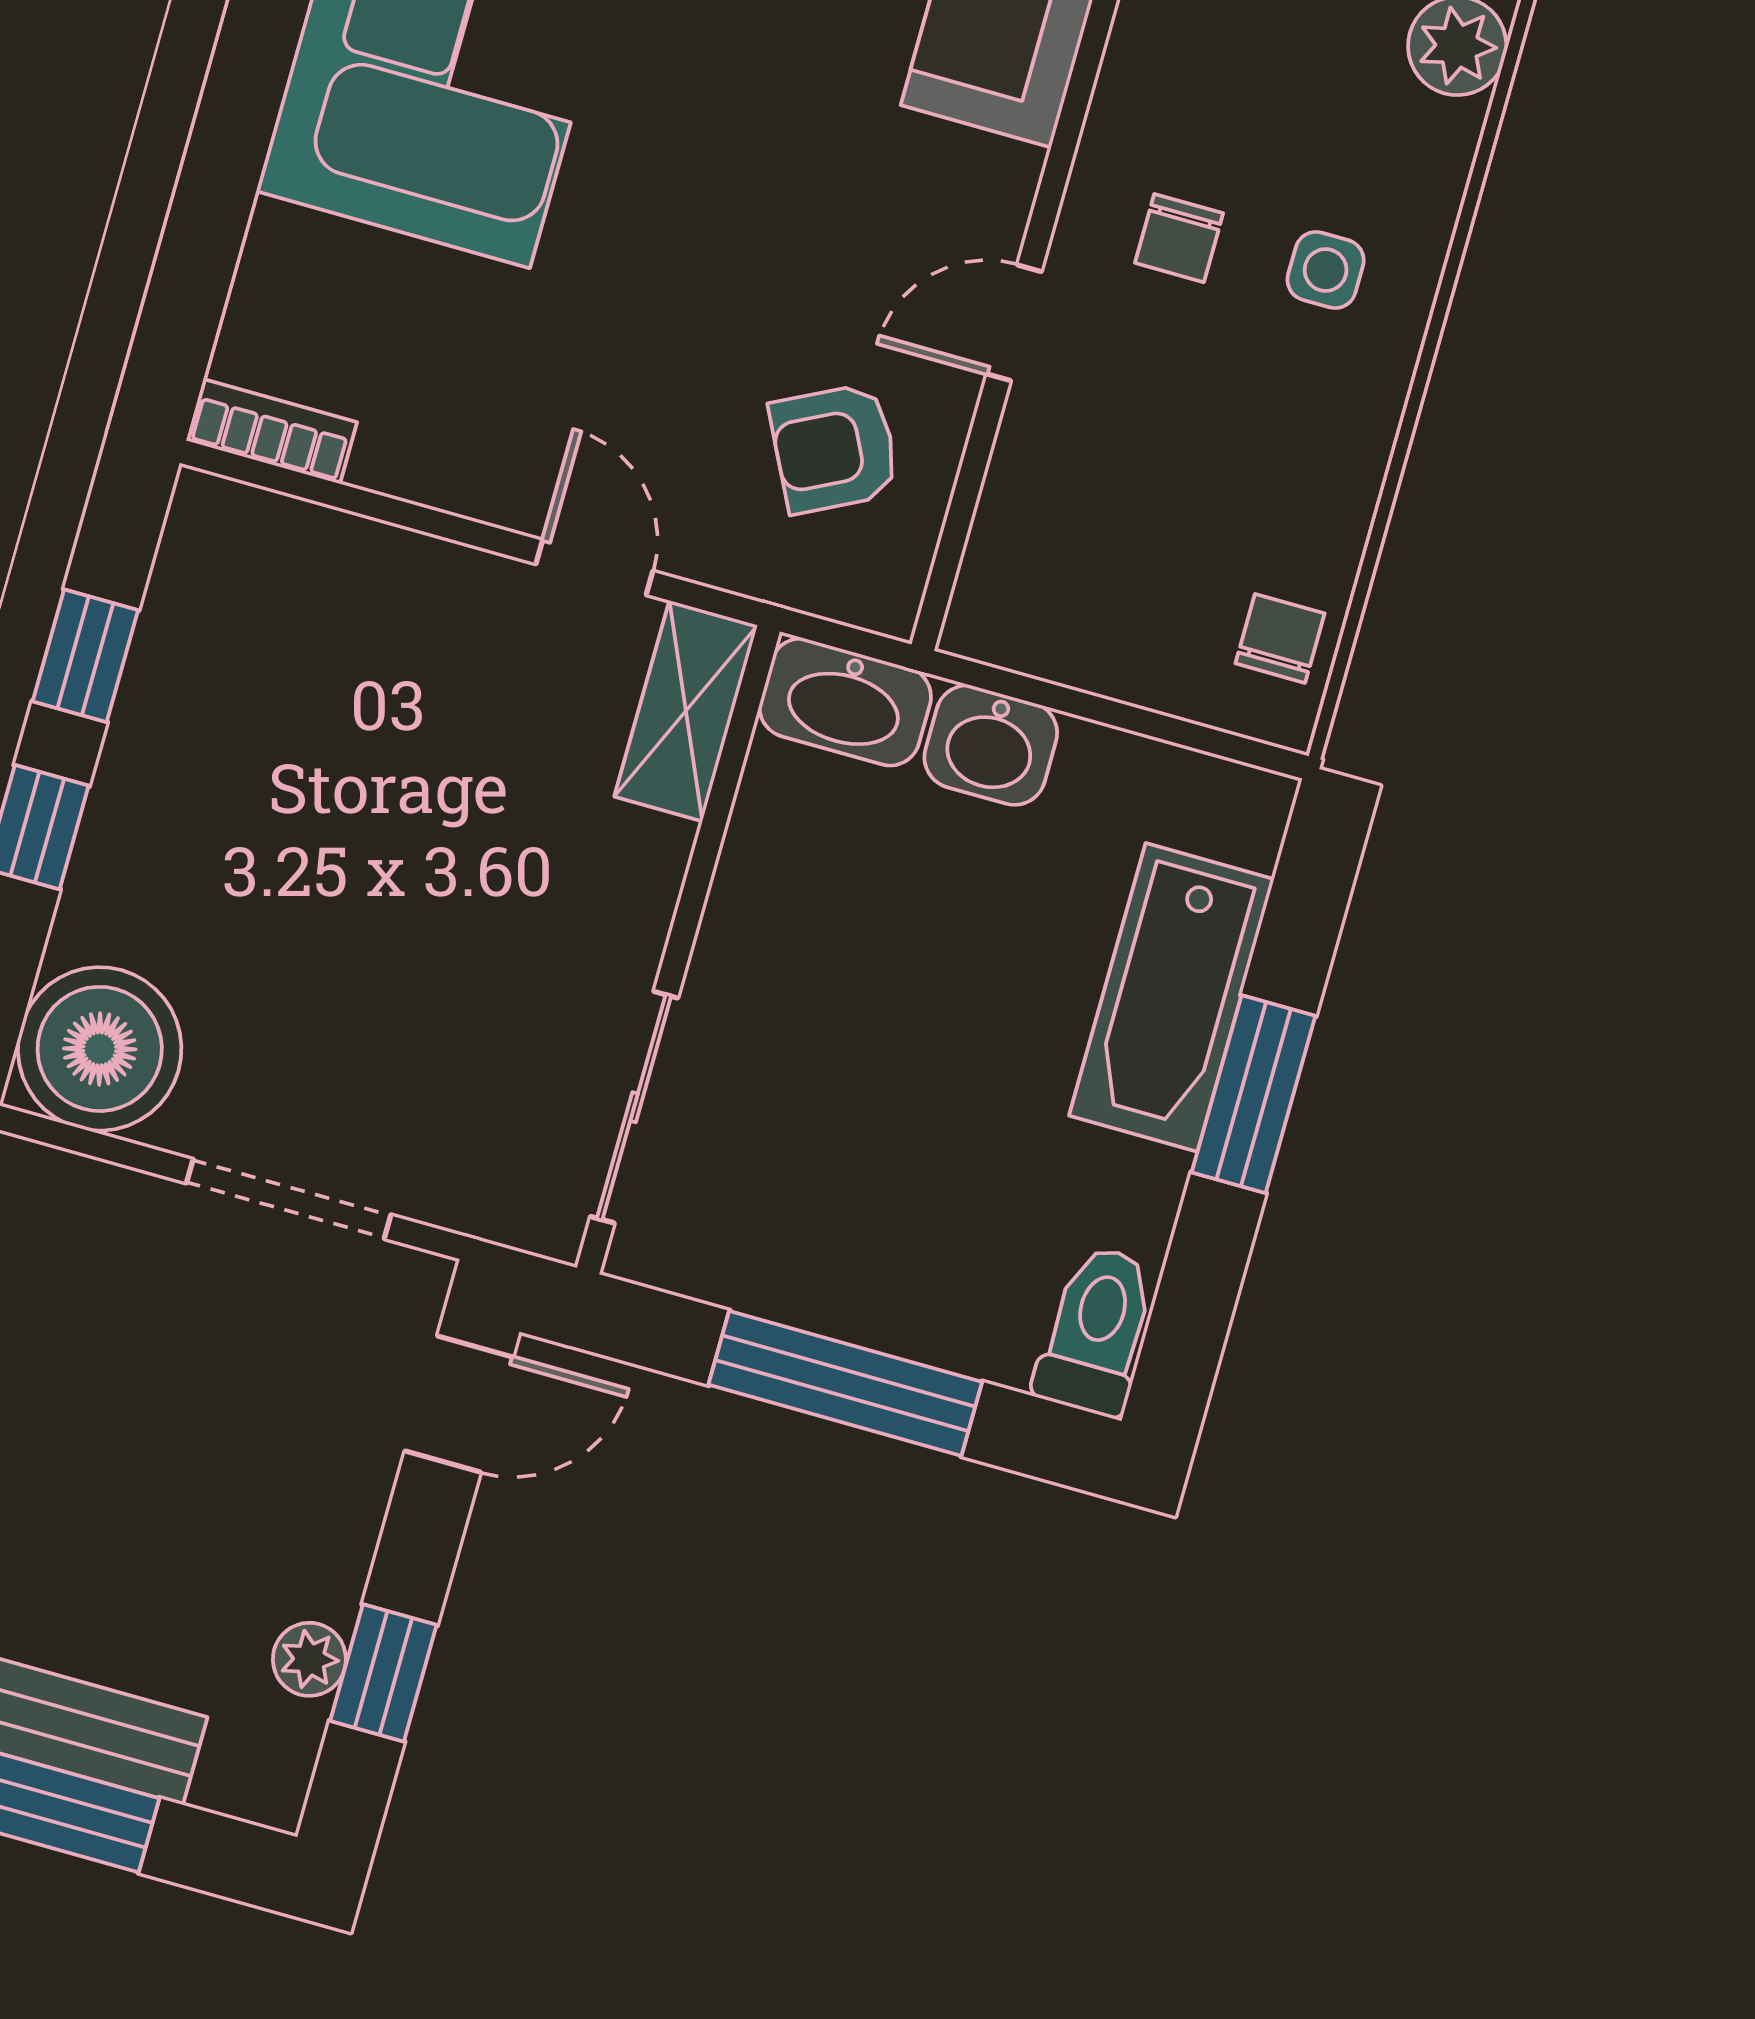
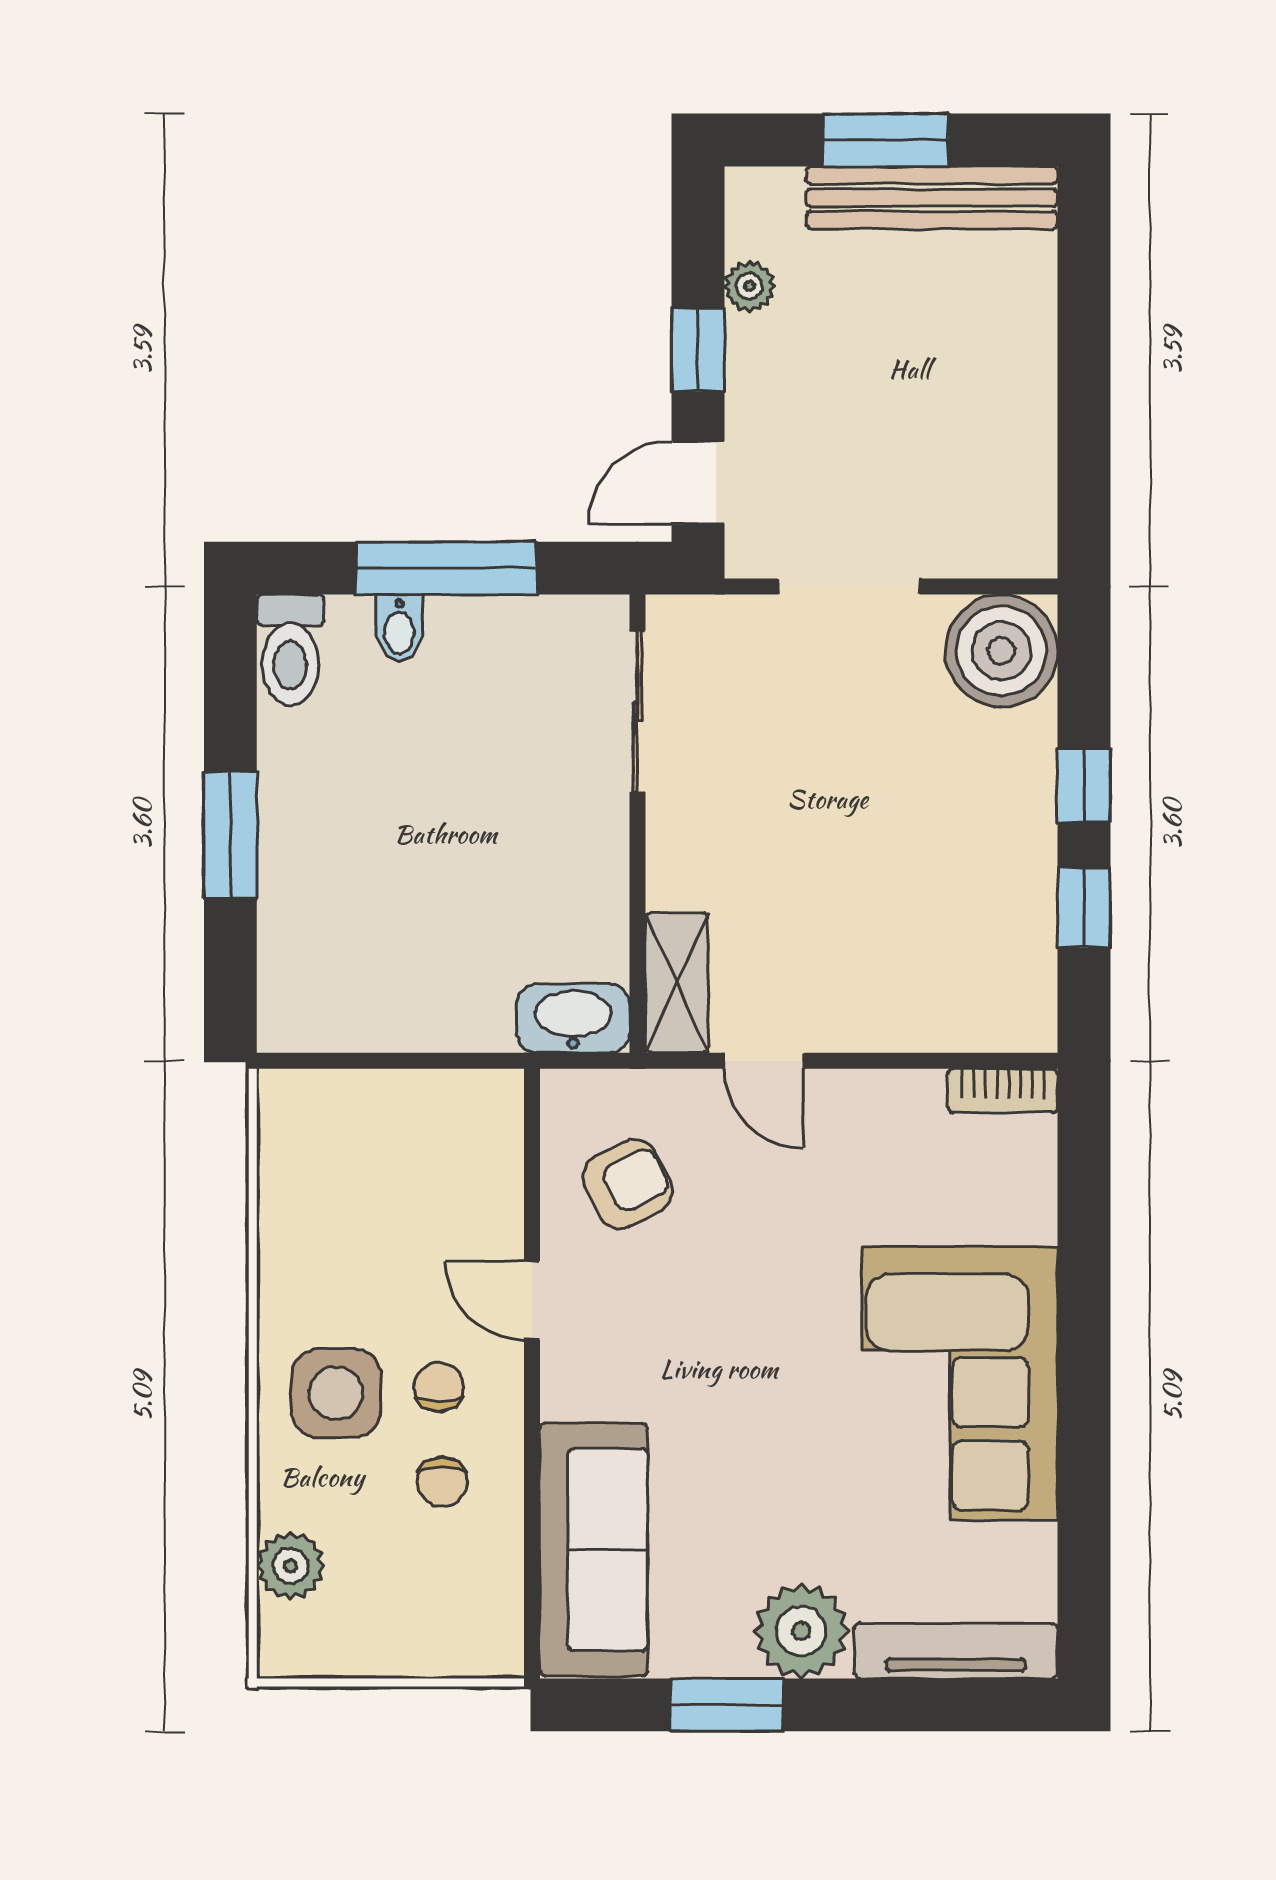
side table: (1326, 270) -> (336, 1393), width x1.87, depth x1.87
door: (1014, 323) -> (532, 1300), swing flipped
chair: (1280, 638) -> (442, 1482), moved
washbasin: (991, 745) -> (469, 1017), removed
bathtub: (1172, 997) -> (303, 884), removed
bidet: (935, 1317) -> (399, 628), added
window: (383, 1673) -> (698, 350), moved

